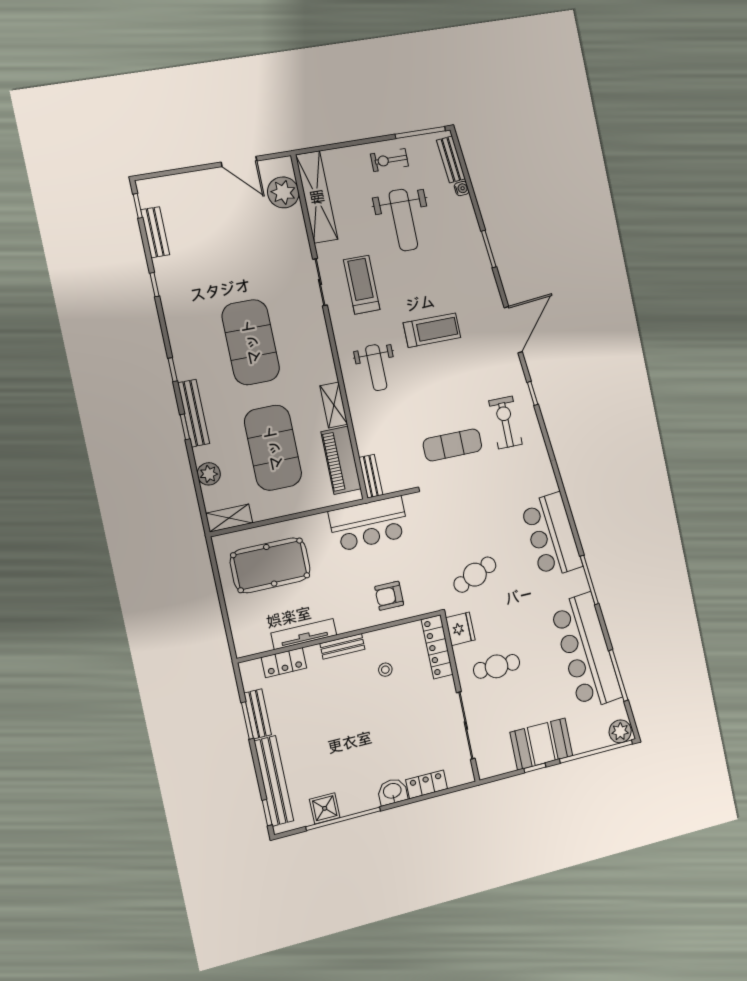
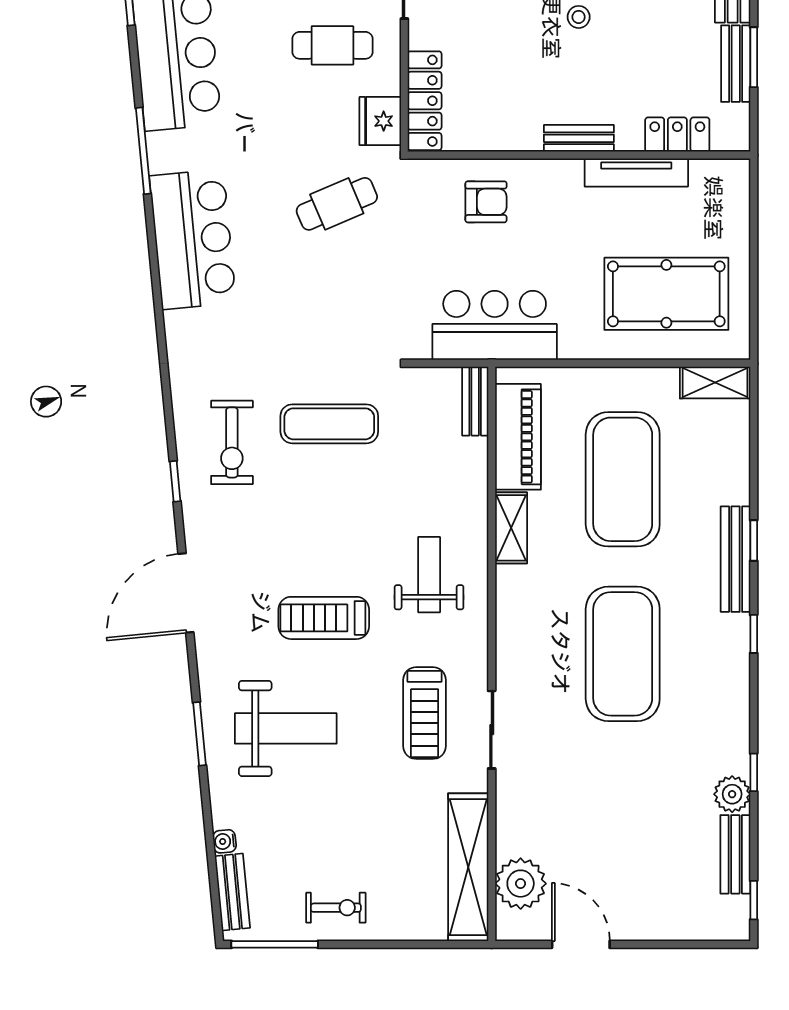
weight bench: (403, 220) -> (286, 728), moved, turned 90
plant: (209, 474) -> (732, 794), moved
stool: (385, 670) -> (579, 17), moved

